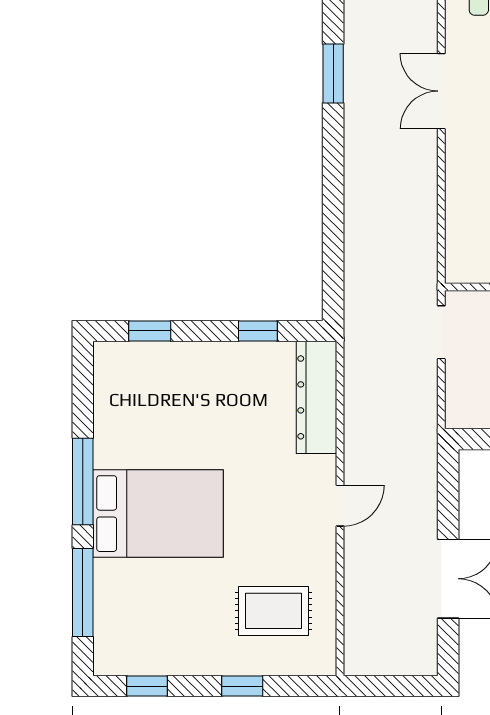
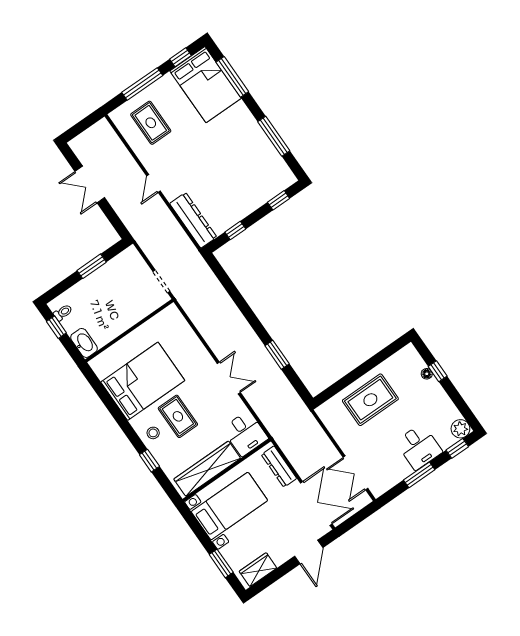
window: (83, 482) -> (274, 136), moved
bed: (158, 514) -> (205, 85), moved, turned -90
rug: (274, 611) -> (151, 123), turned 90
window: (242, 686) -> (142, 84), width x2.17

